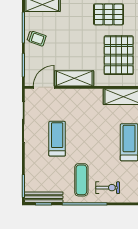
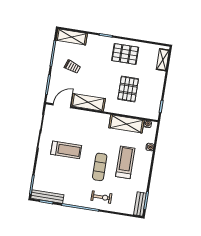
trolley: (36, 38) -> (72, 67), moved
pallet: (119, 55) -> (128, 89), width x0.73, depth x0.71
treadmill: (57, 139) -> (66, 150), turned 90
exercise mat: (81, 180) -> (100, 167), moved

